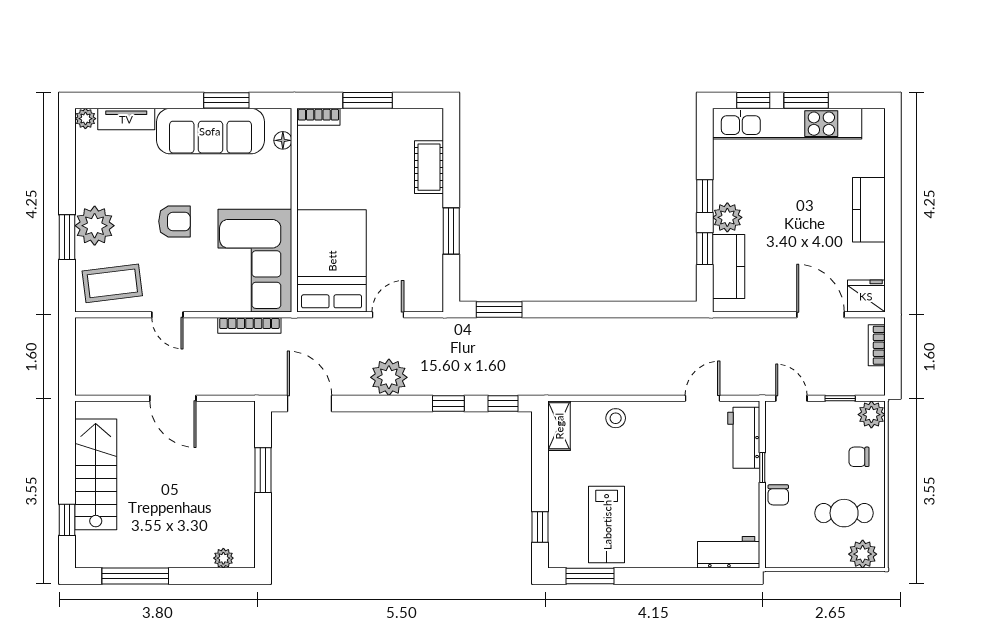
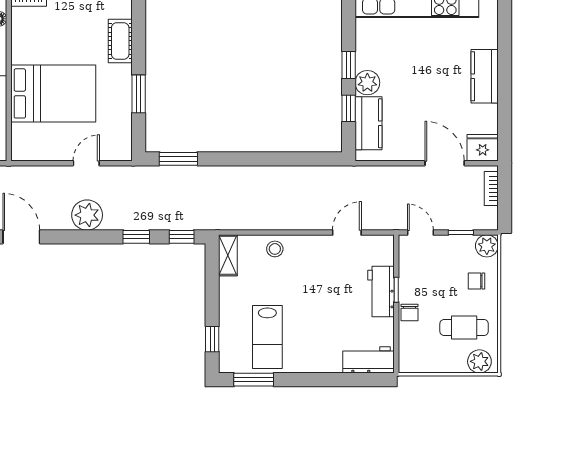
bed: (332, 261) -> (53, 93), moved, turned 90
workbench: (744, 438) -> (381, 291), moved

